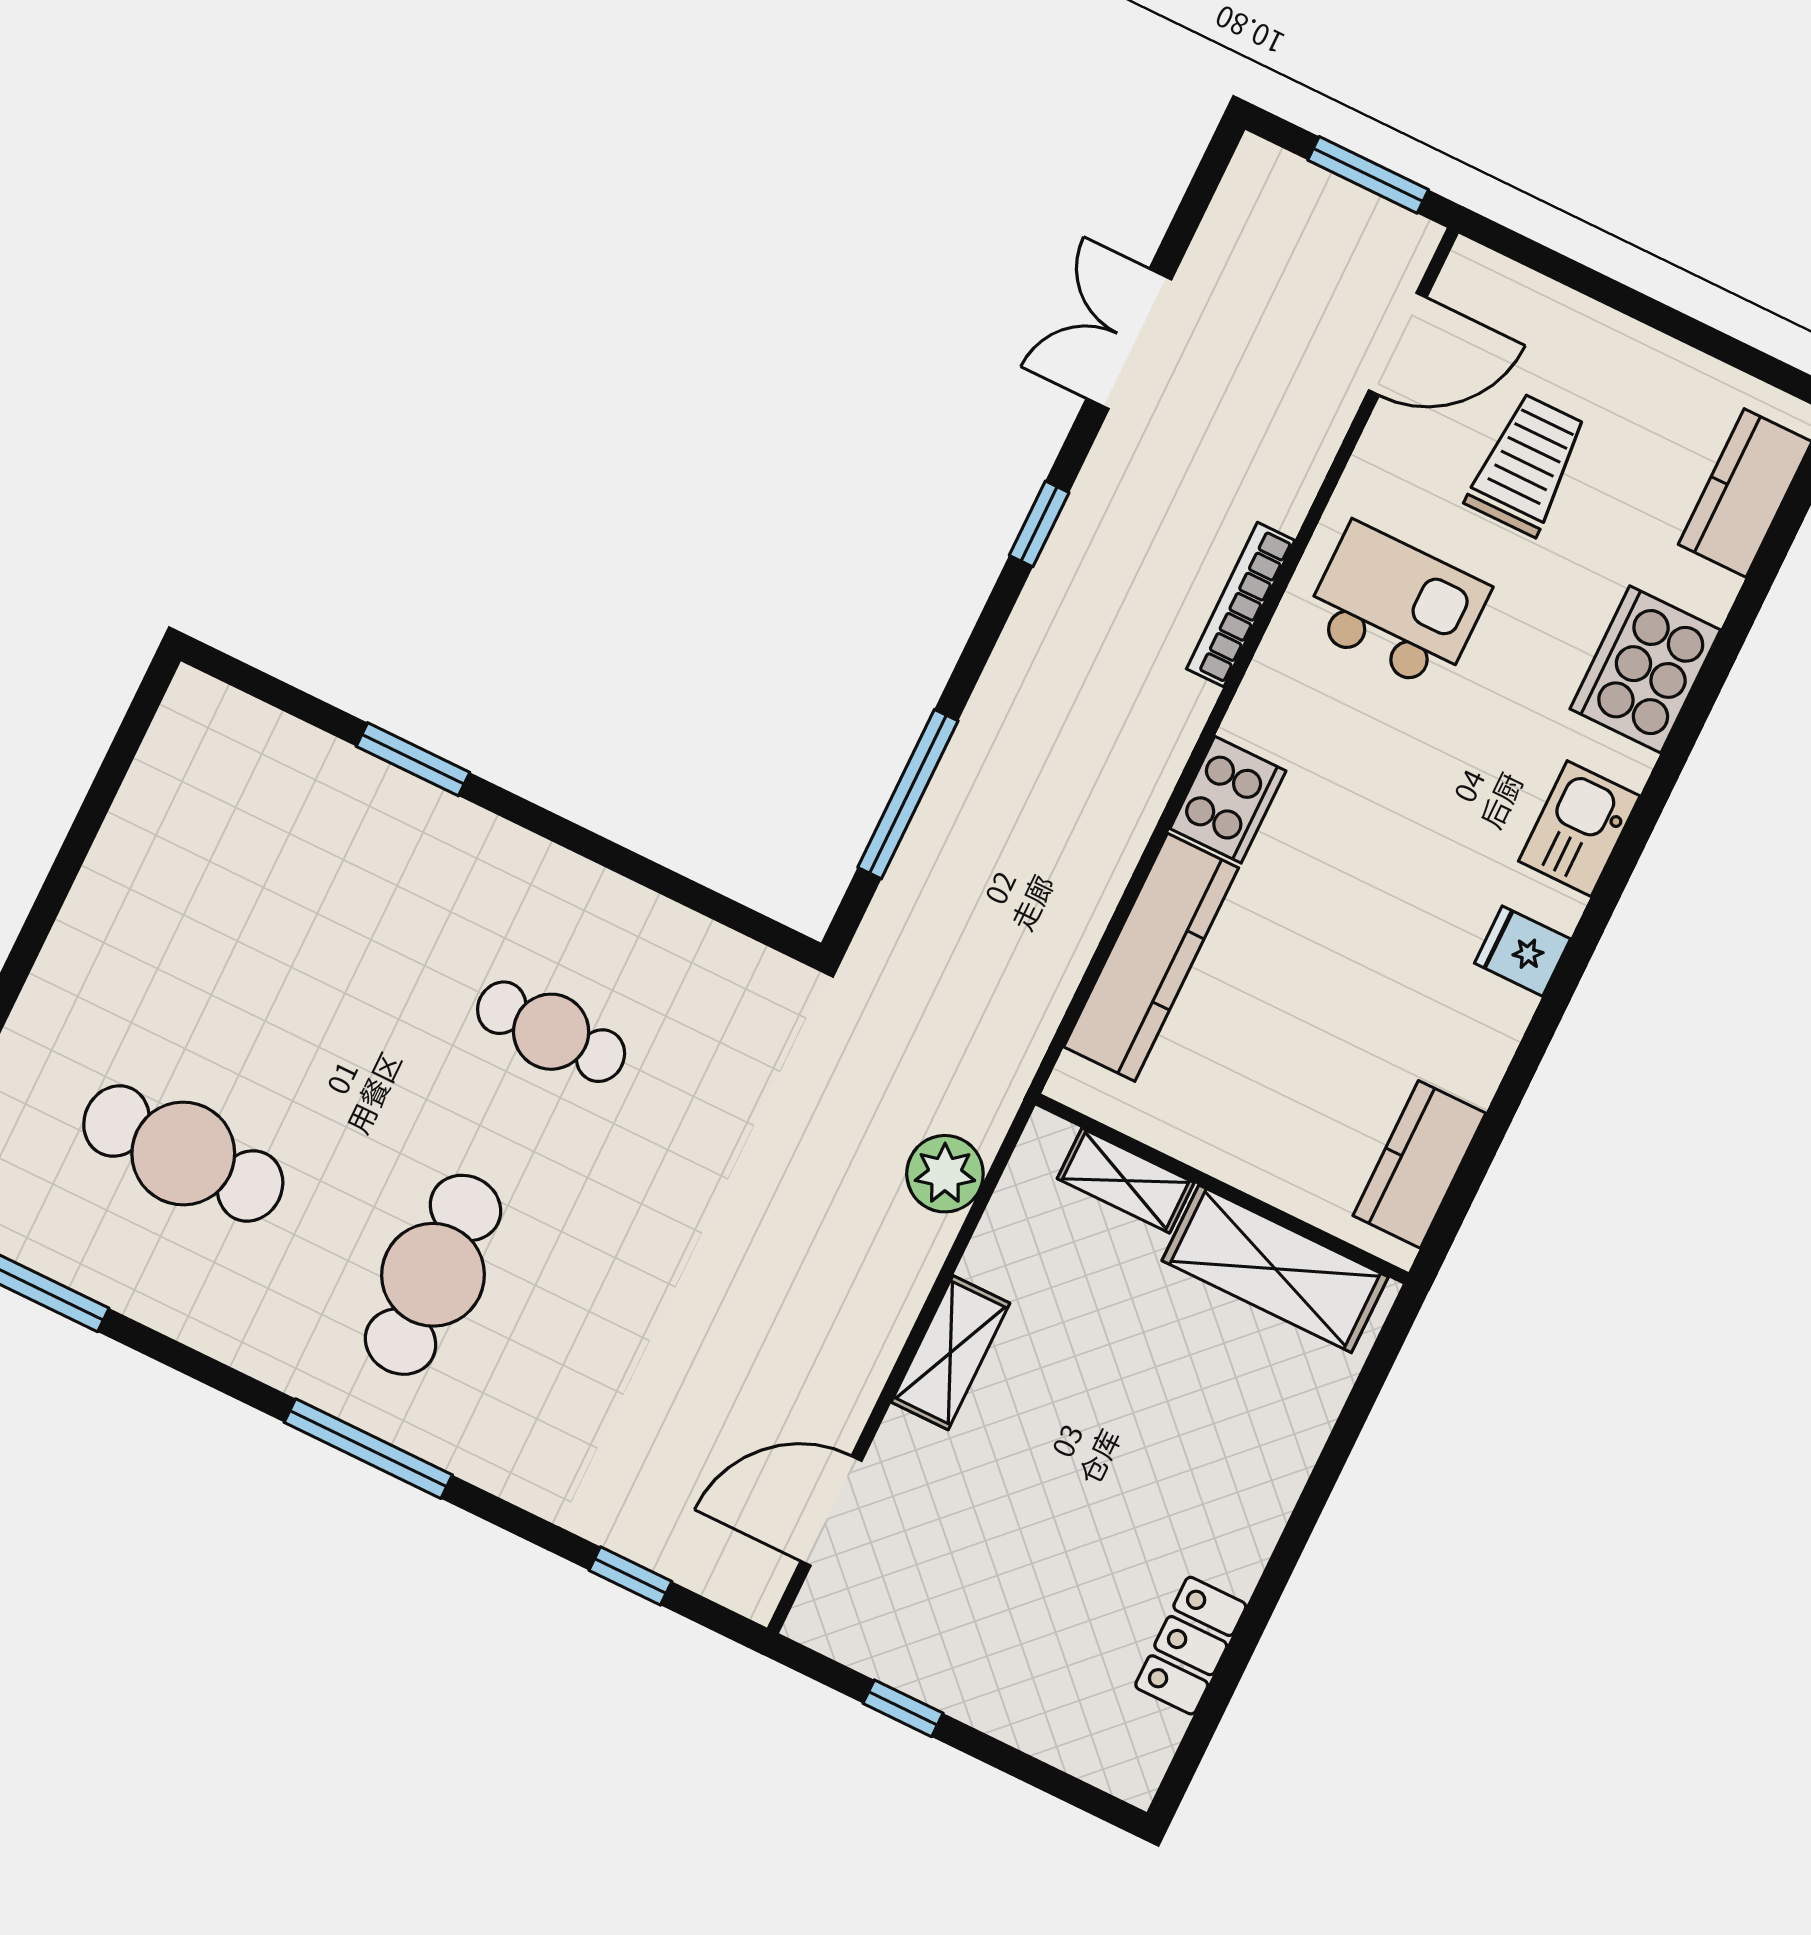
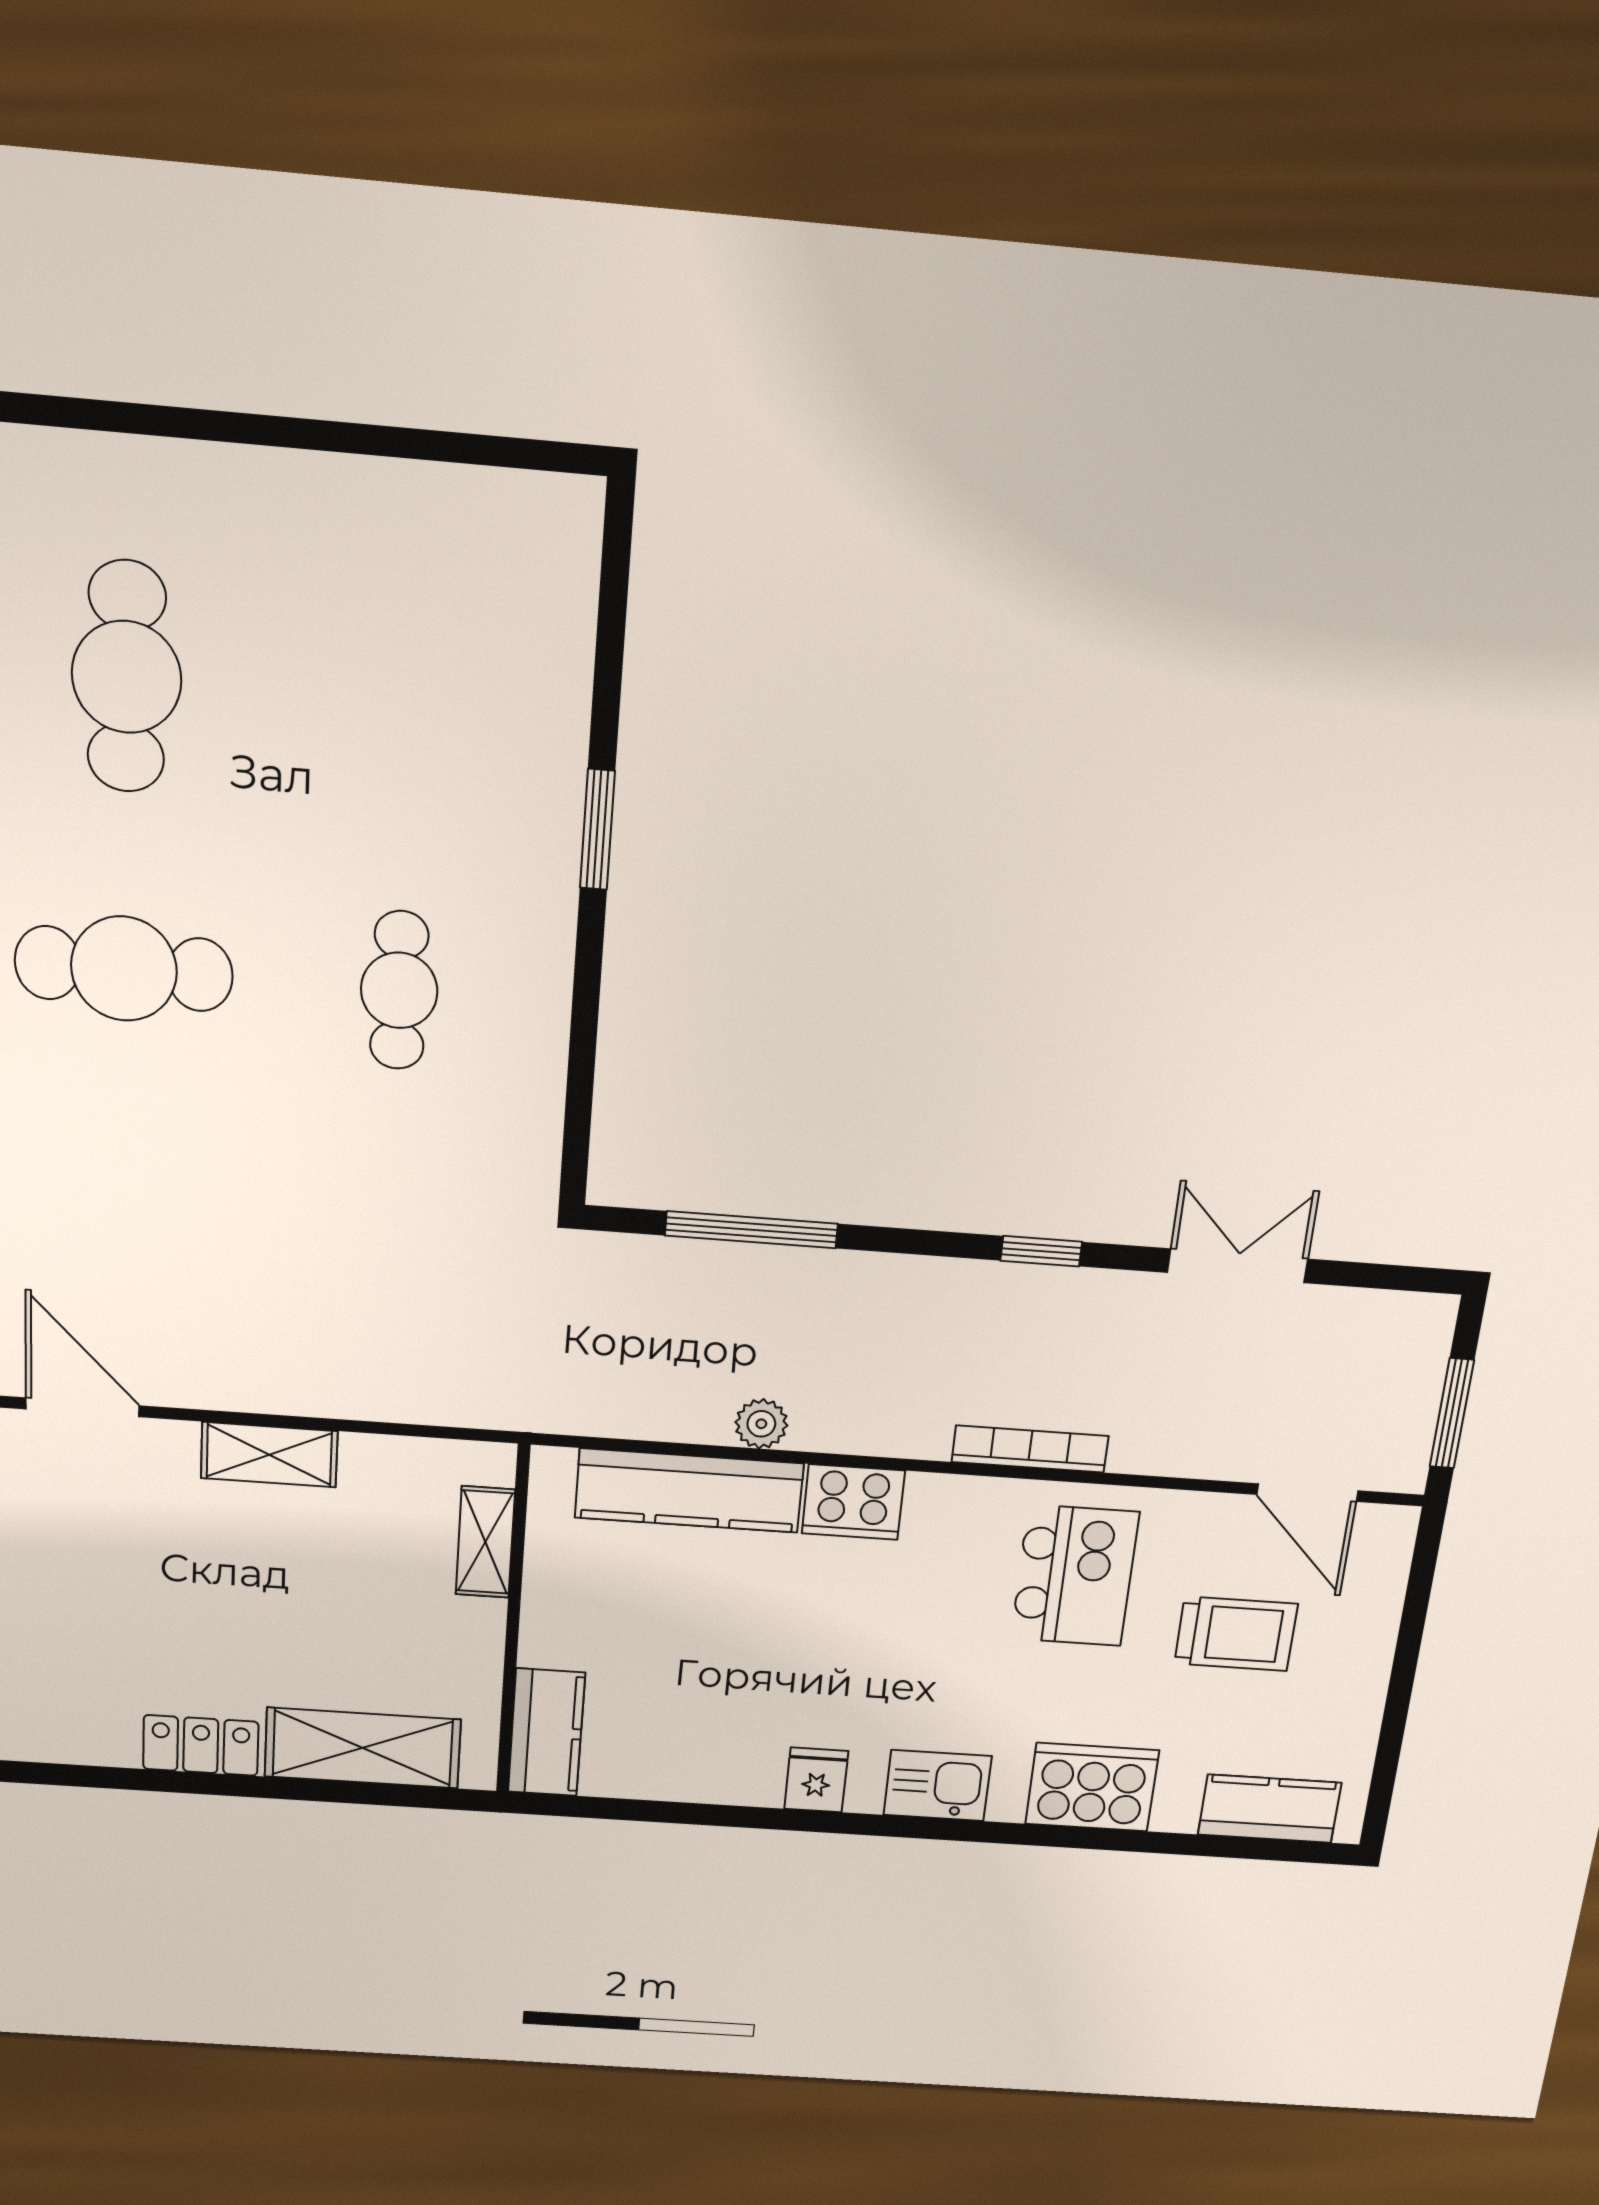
window: (413, 759) -> (597, 830), moved
kitchen counter: (1419, 1164) -> (546, 1732), moved, turned 90
plant: (945, 1174) -> (761, 1424), moved, width x0.73, depth x0.73
shelving: (1275, 1269) -> (363, 1748), moved, turned 90
locker: (1191, 1646) -> (201, 1745), moved

